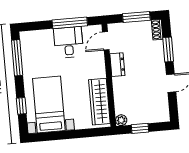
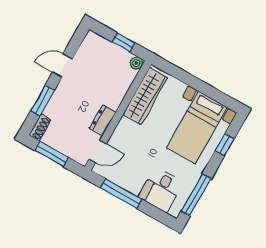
desk: (68, 42) -> (161, 190), moved

